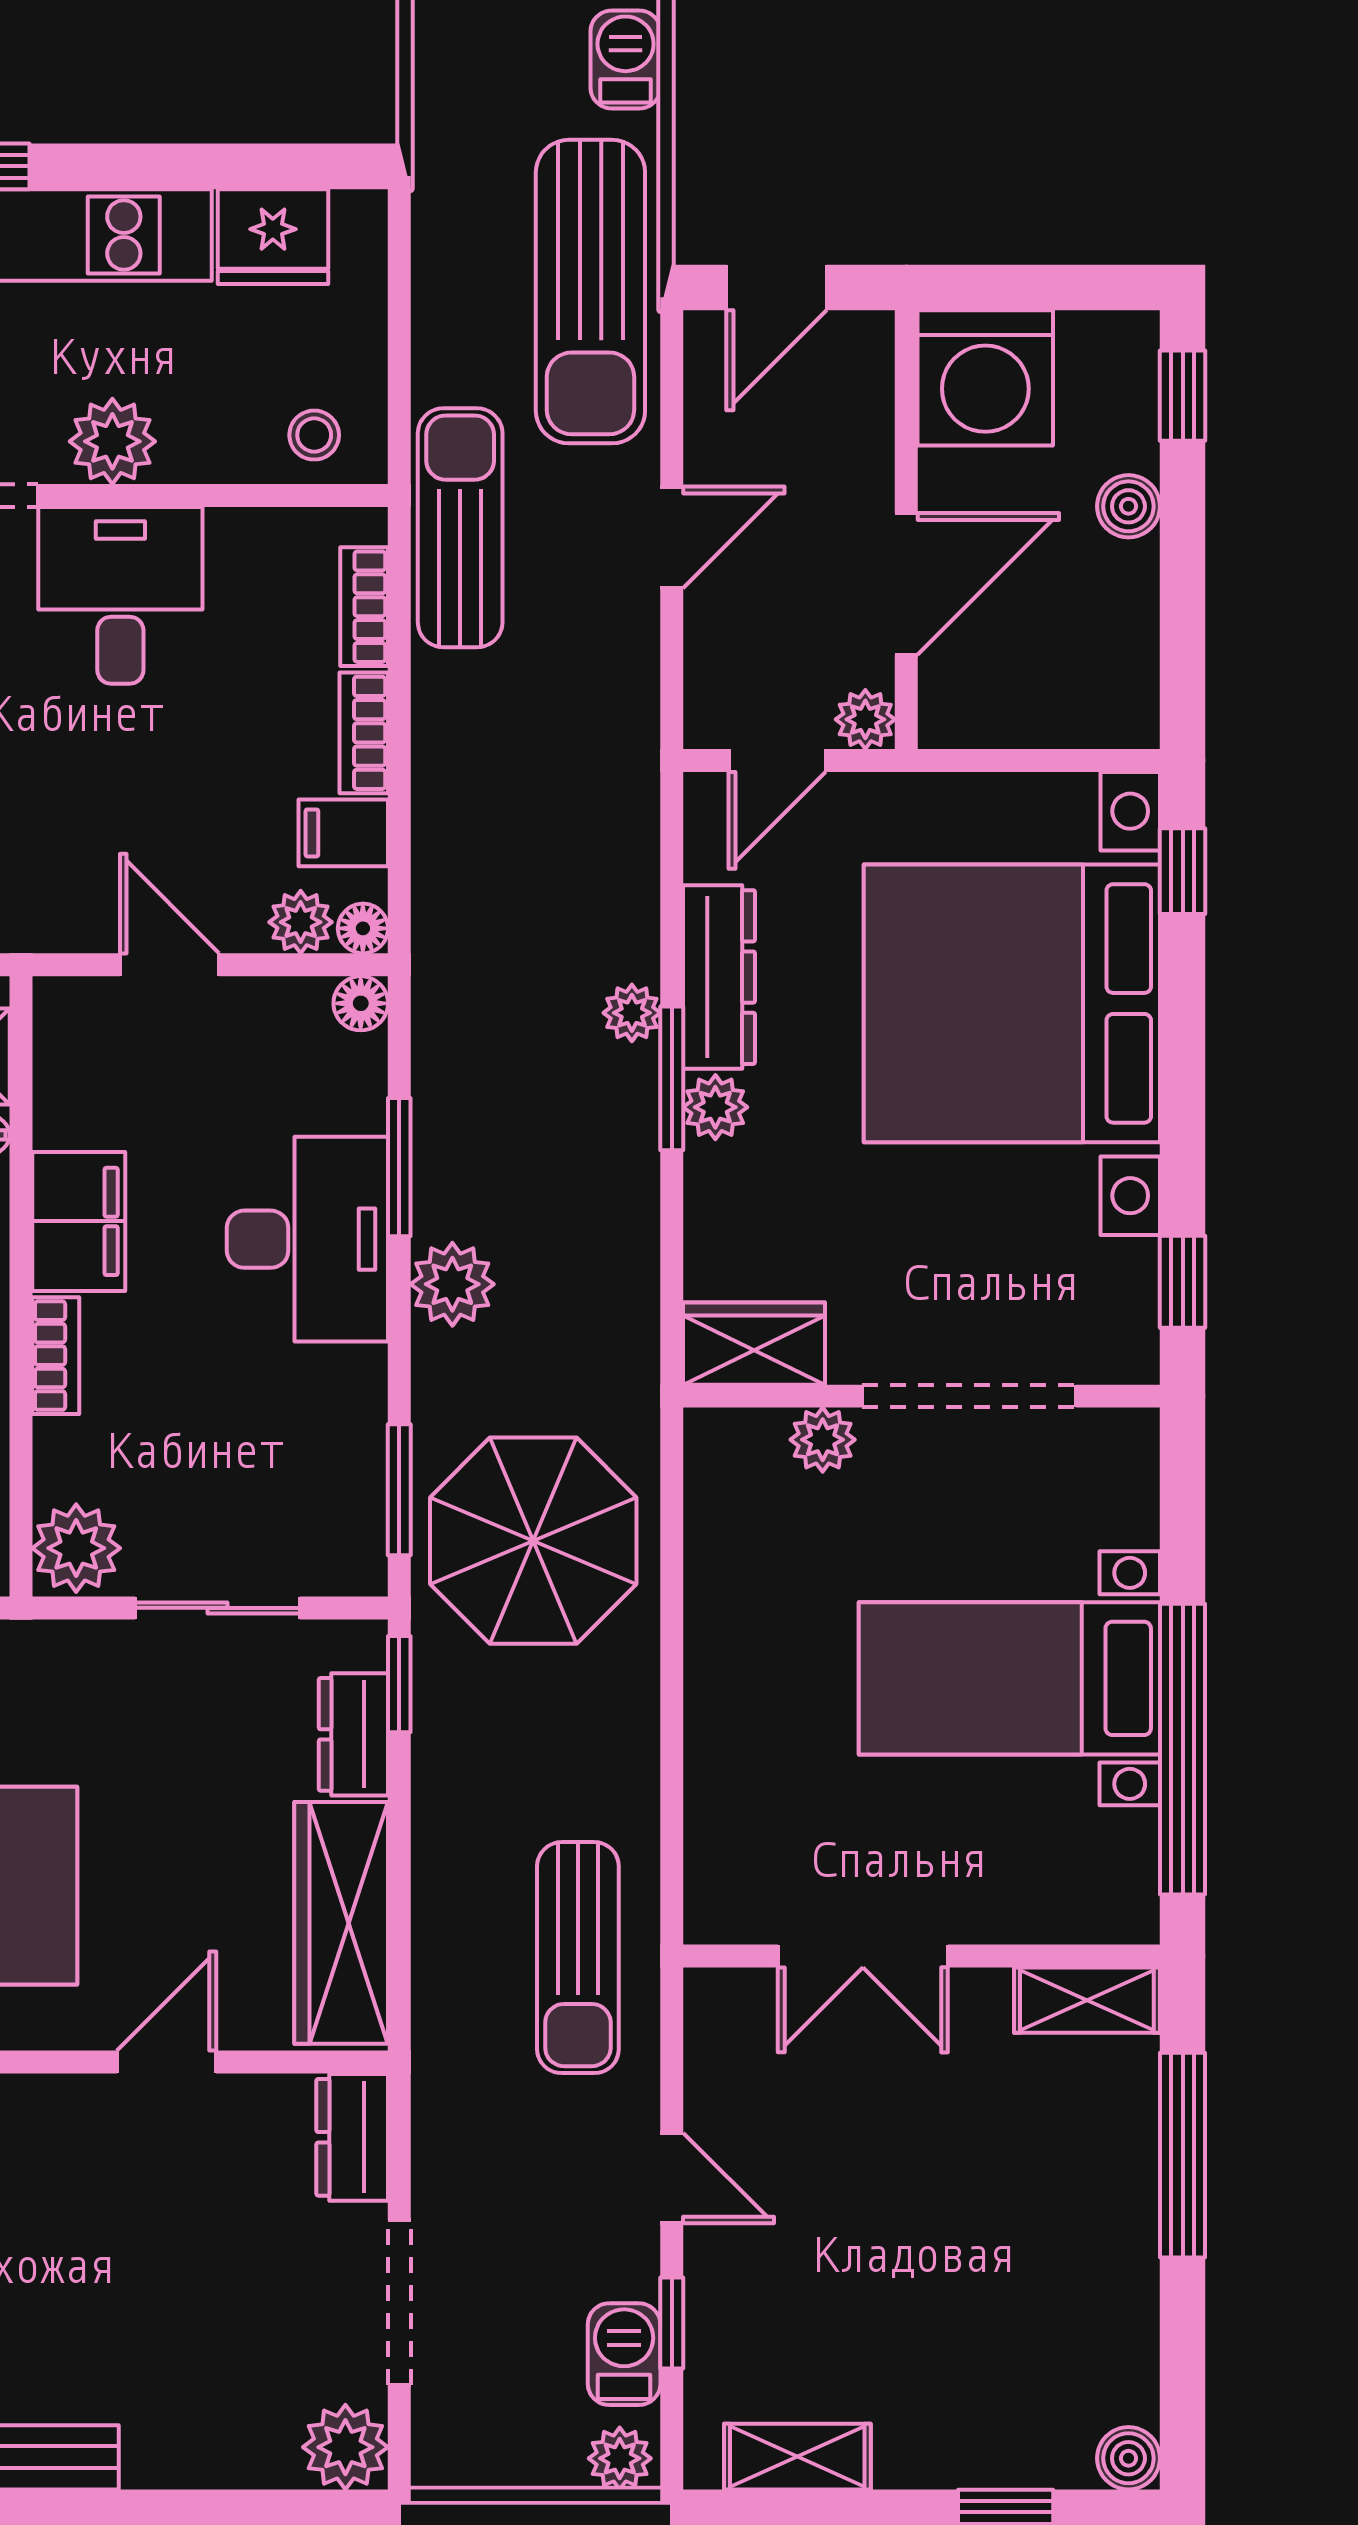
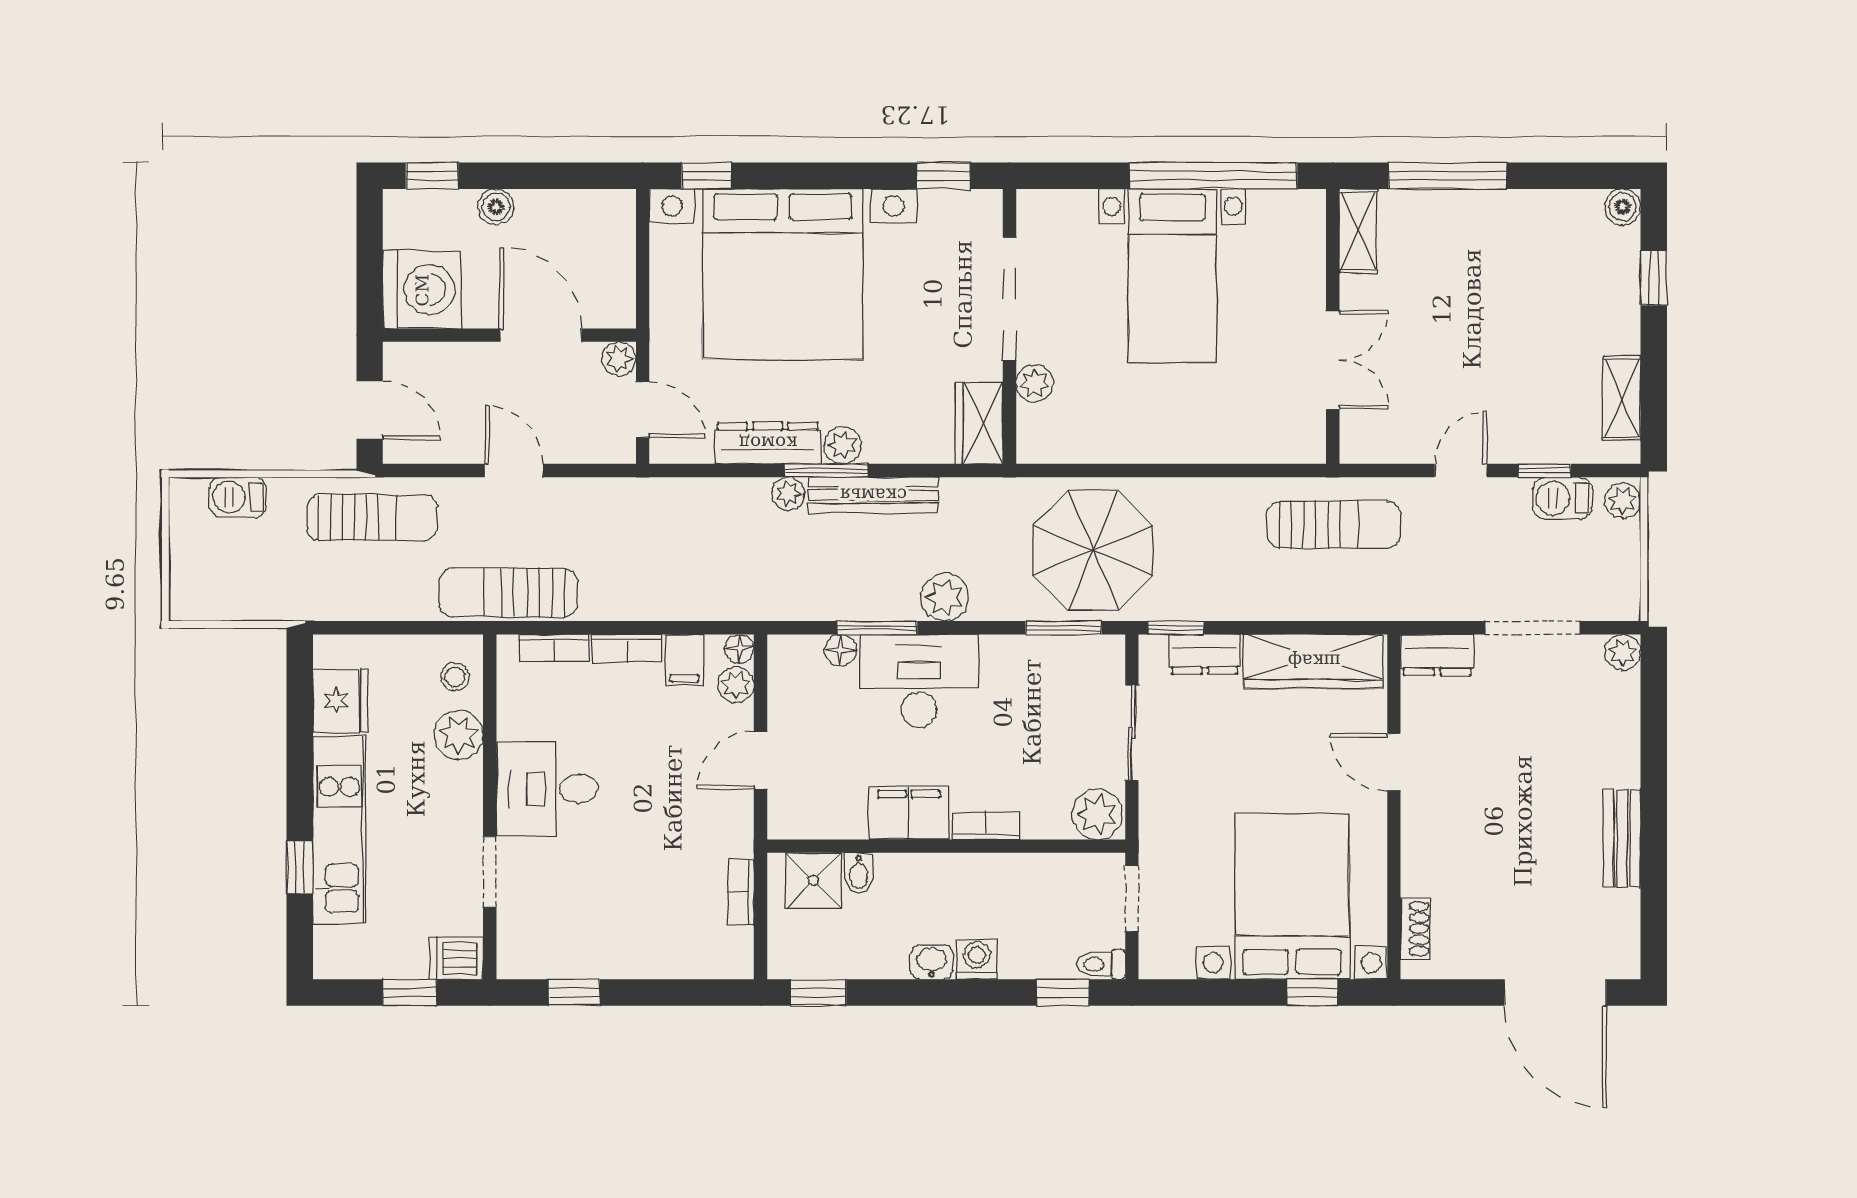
sun lounger: (590, 292) -> (372, 517), width x0.73, depth x0.75
plant: (112, 441) -> (458, 735), moved
floor lamp: (361, 1003) -> (841, 650), moved
bench: (629, 1160) -> (873, 495), added
plant: (345, 2447) -> (1623, 652), width x0.73, depth x0.73

